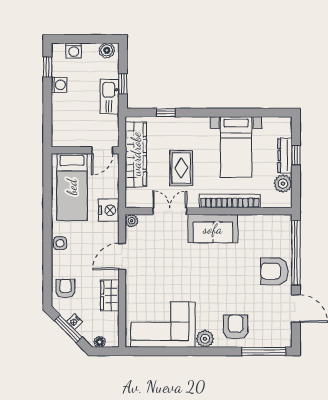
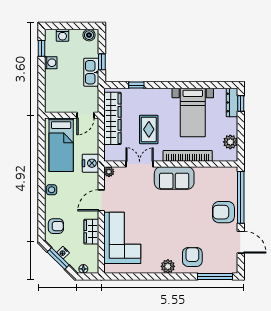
window: (296, 155) -> (241, 103), moved
dresser: (285, 156) -> (232, 102), moved
armchair: (65, 289) -> (56, 226), turned 90
corner sofa: (163, 324) -> (122, 238), moved, turned 90

